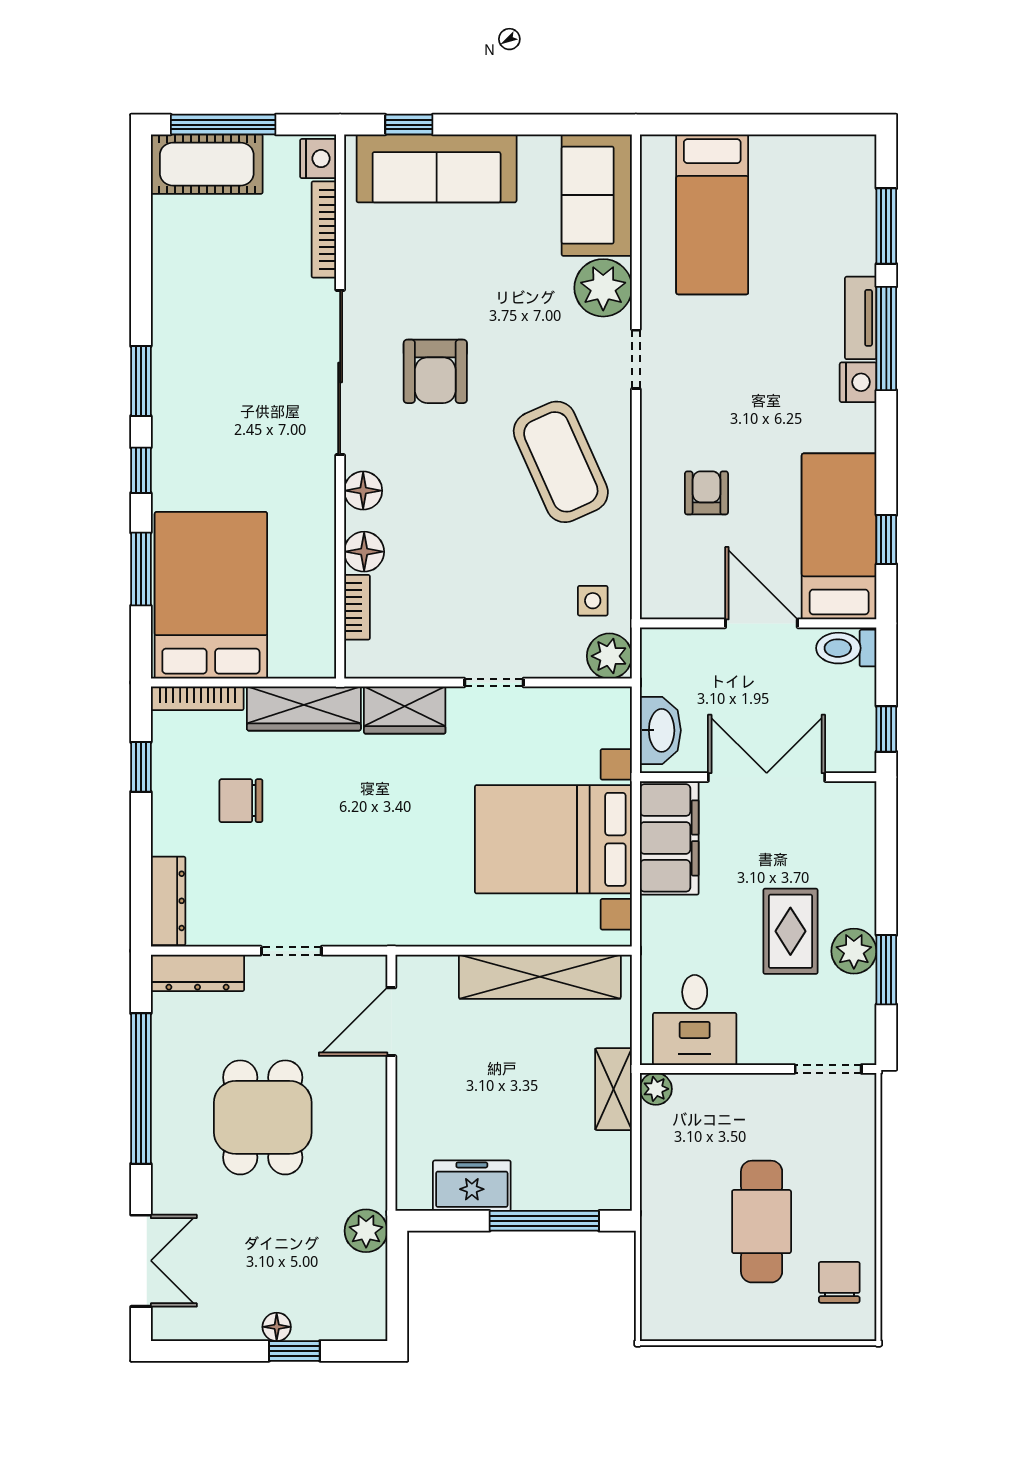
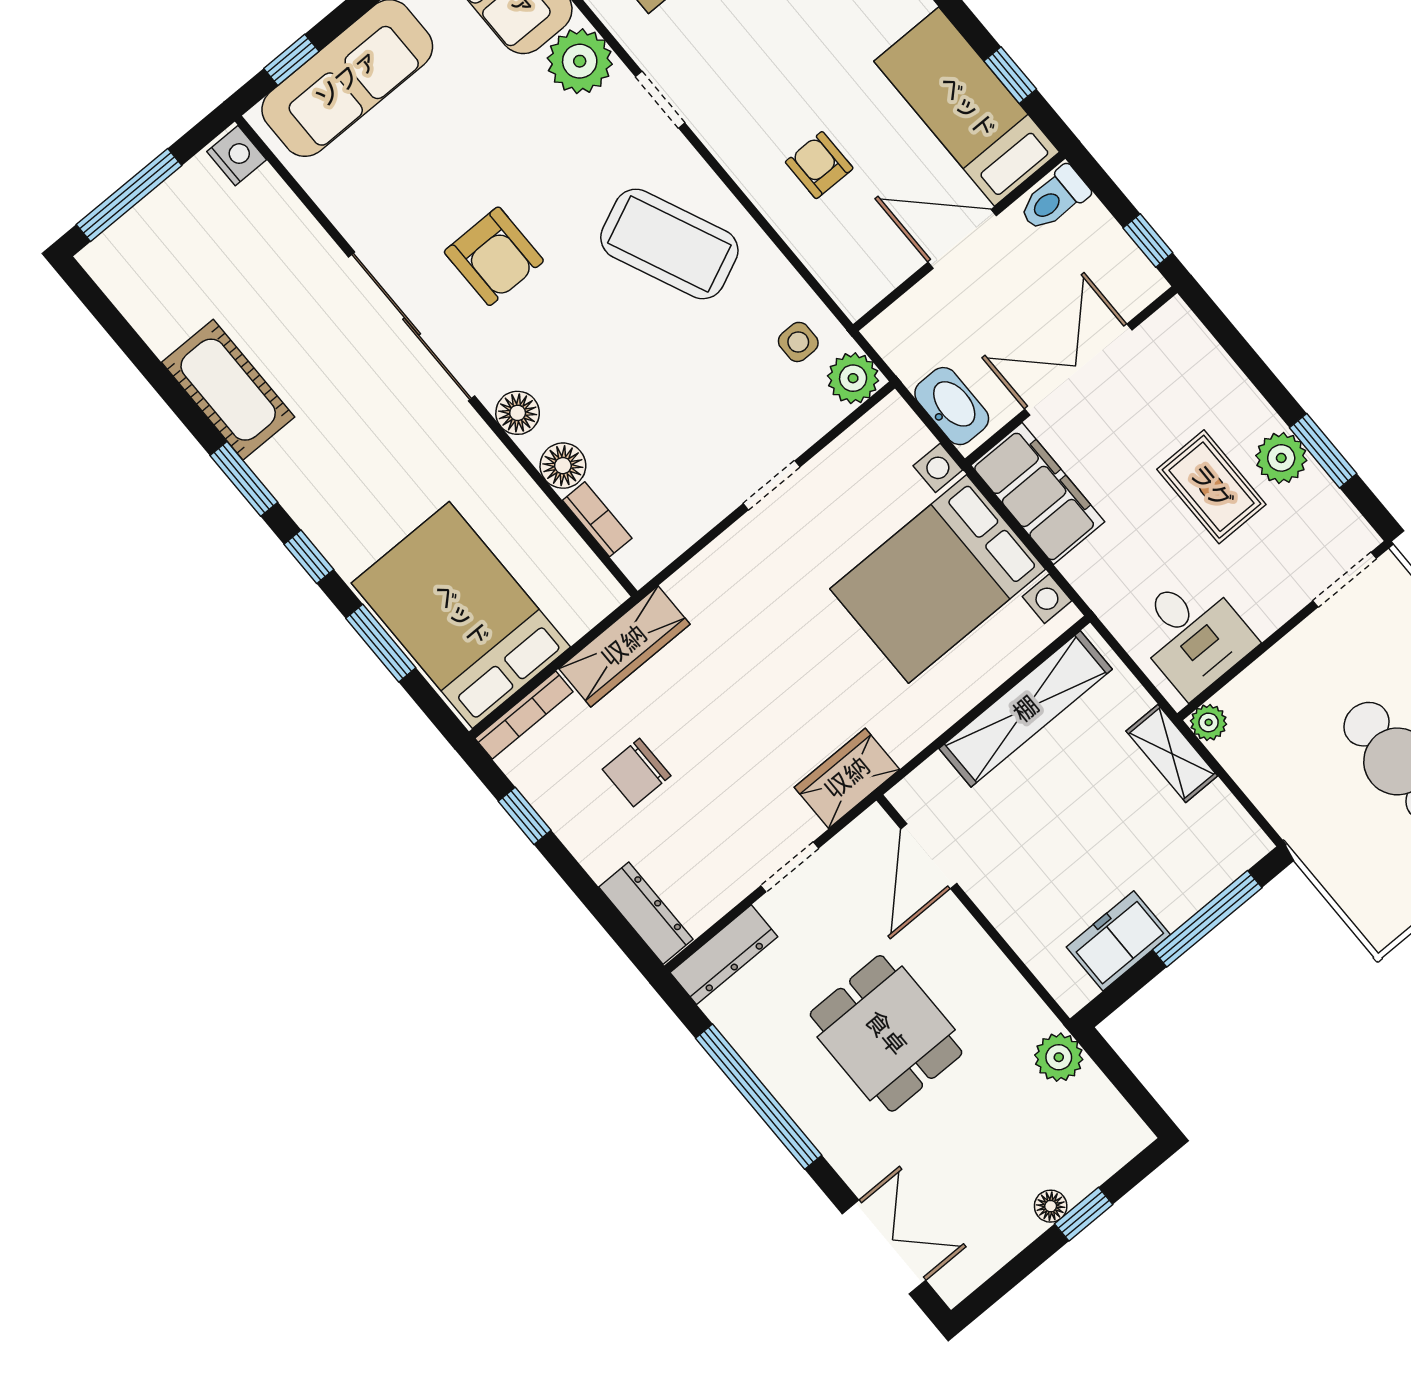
cot: (207, 164) -> (228, 390), moved, turned 90
bookcase: (324, 229) -> (293, 213), removed
wardrobe: (405, 710) -> (847, 778), moved, turned 180

